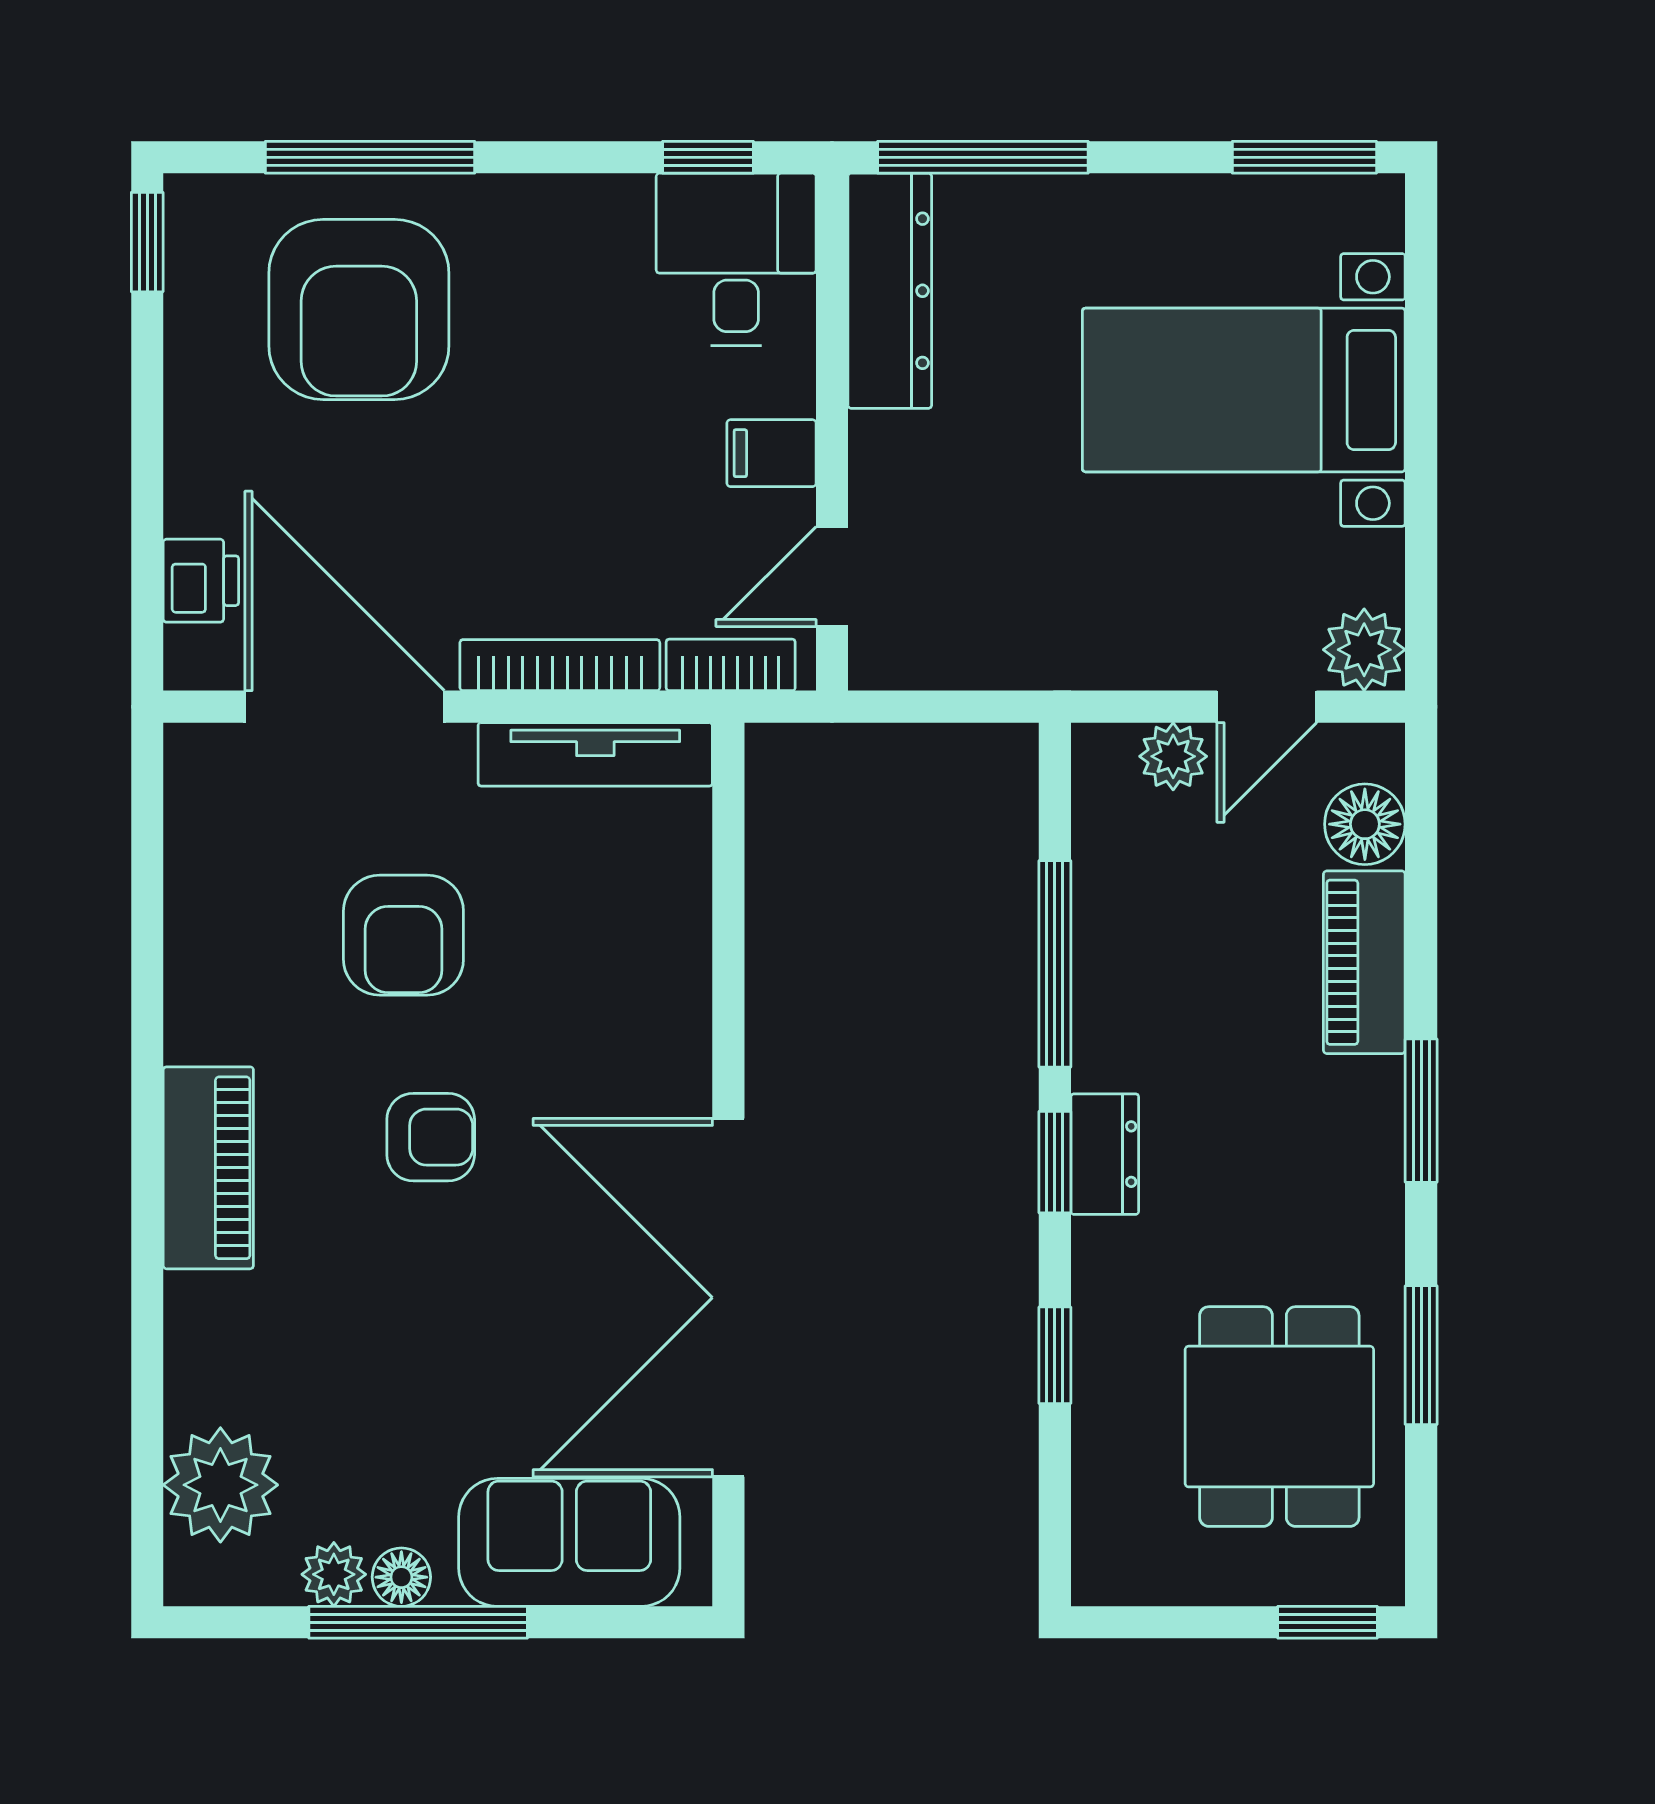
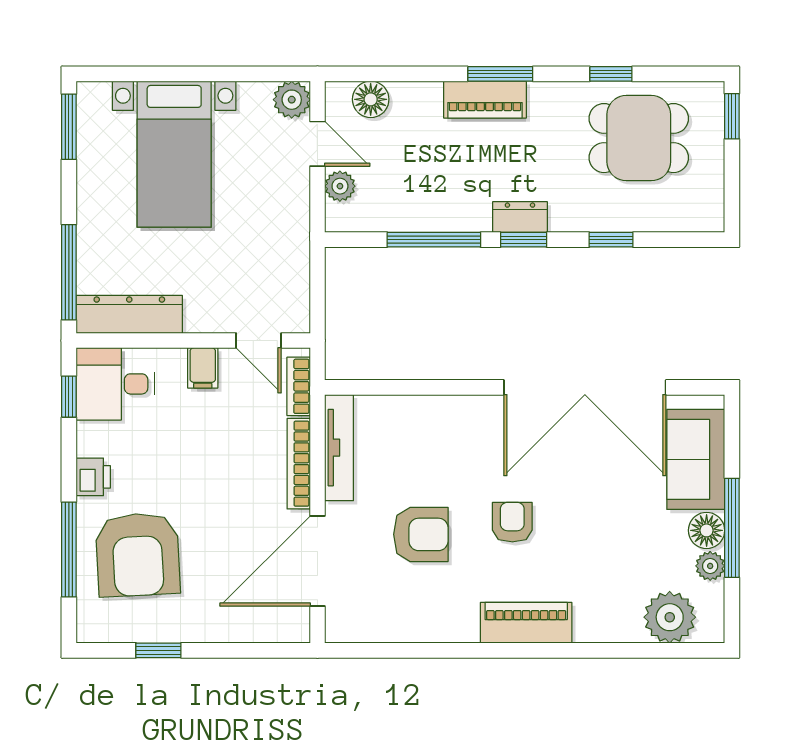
window: (147, 242) -> (158, 650), moved
armchair: (359, 309) -> (138, 555), turned 87
printer: (201, 581) -> (93, 477), moved, turned 90
piano: (1364, 962) -> (485, 100), moved
window: (1421, 1355) -> (611, 74), width x0.67
floor lamp: (401, 1577) -> (707, 530), width x1.37, depth x1.37

